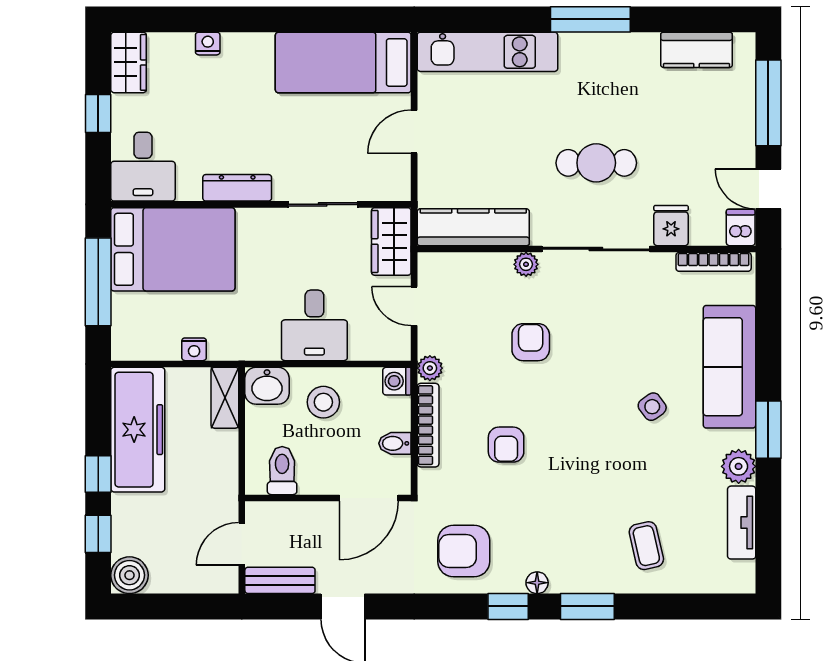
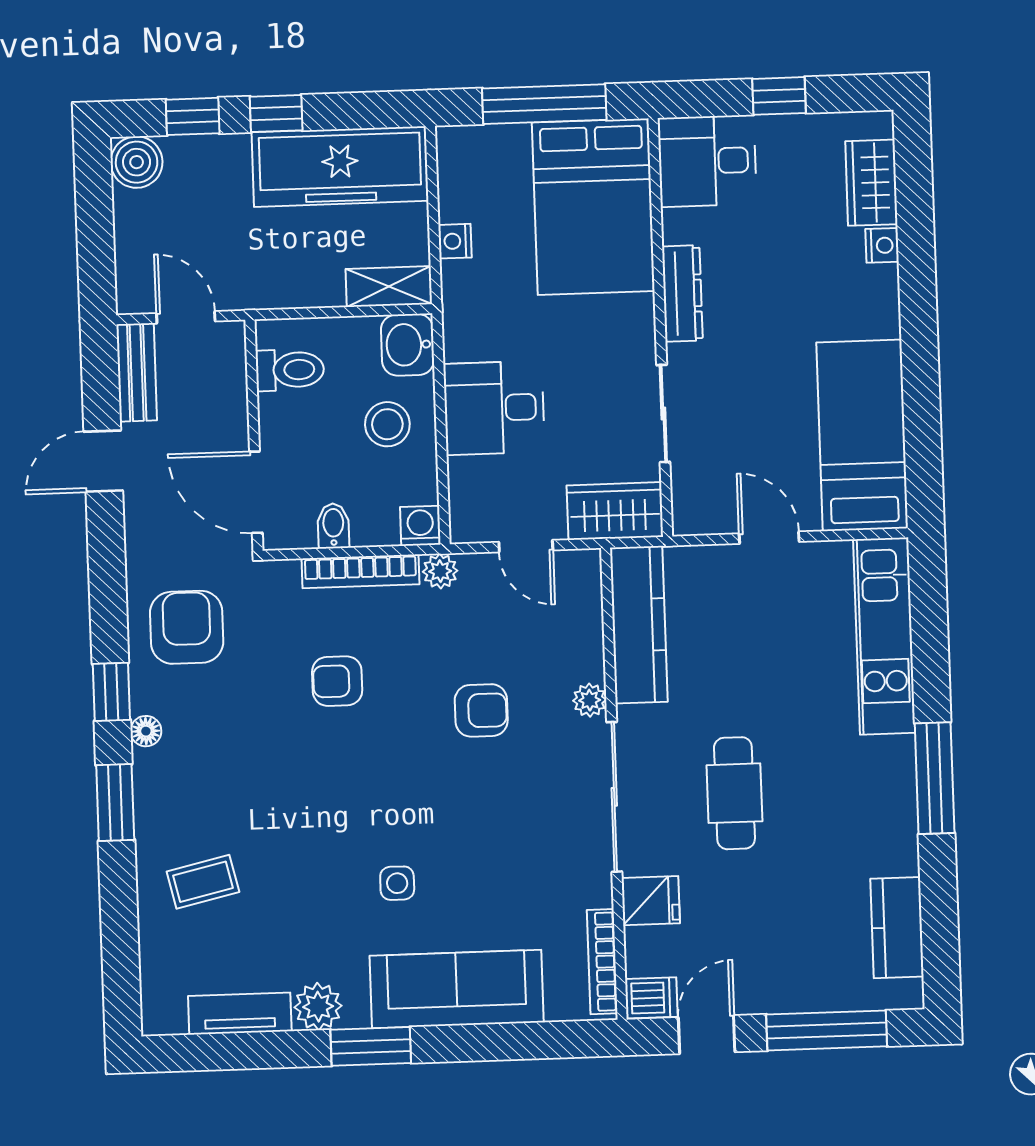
wardrobe: (129, 62) -> (871, 183), moved, turned 90
door: (414, 306) -> (526, 546), swing flipped
side table: (652, 407) -> (397, 883), turned 36

